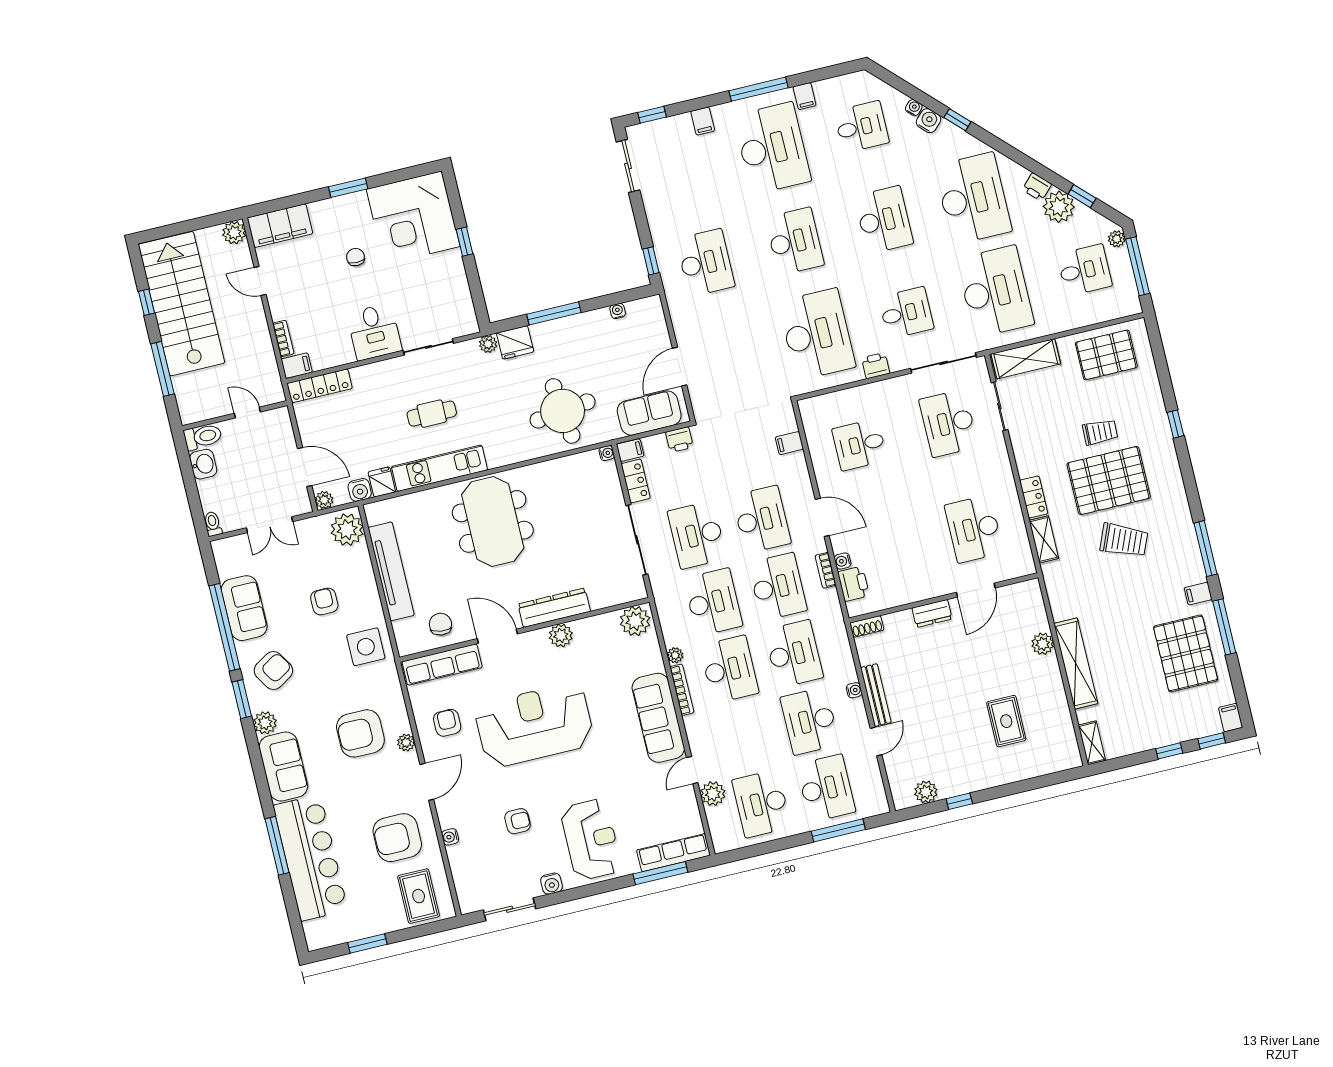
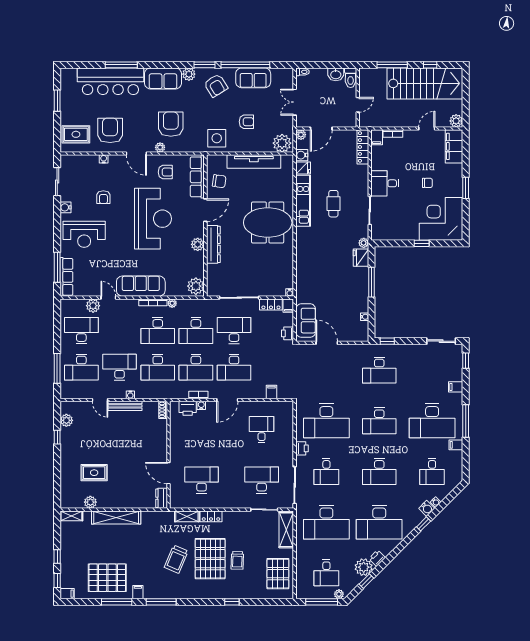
round table: (563, 411) -> (318, 274), removed
dresser: (932, 613) -> (162, 498), moved
plant: (1043, 644) -> (90, 502), moved

